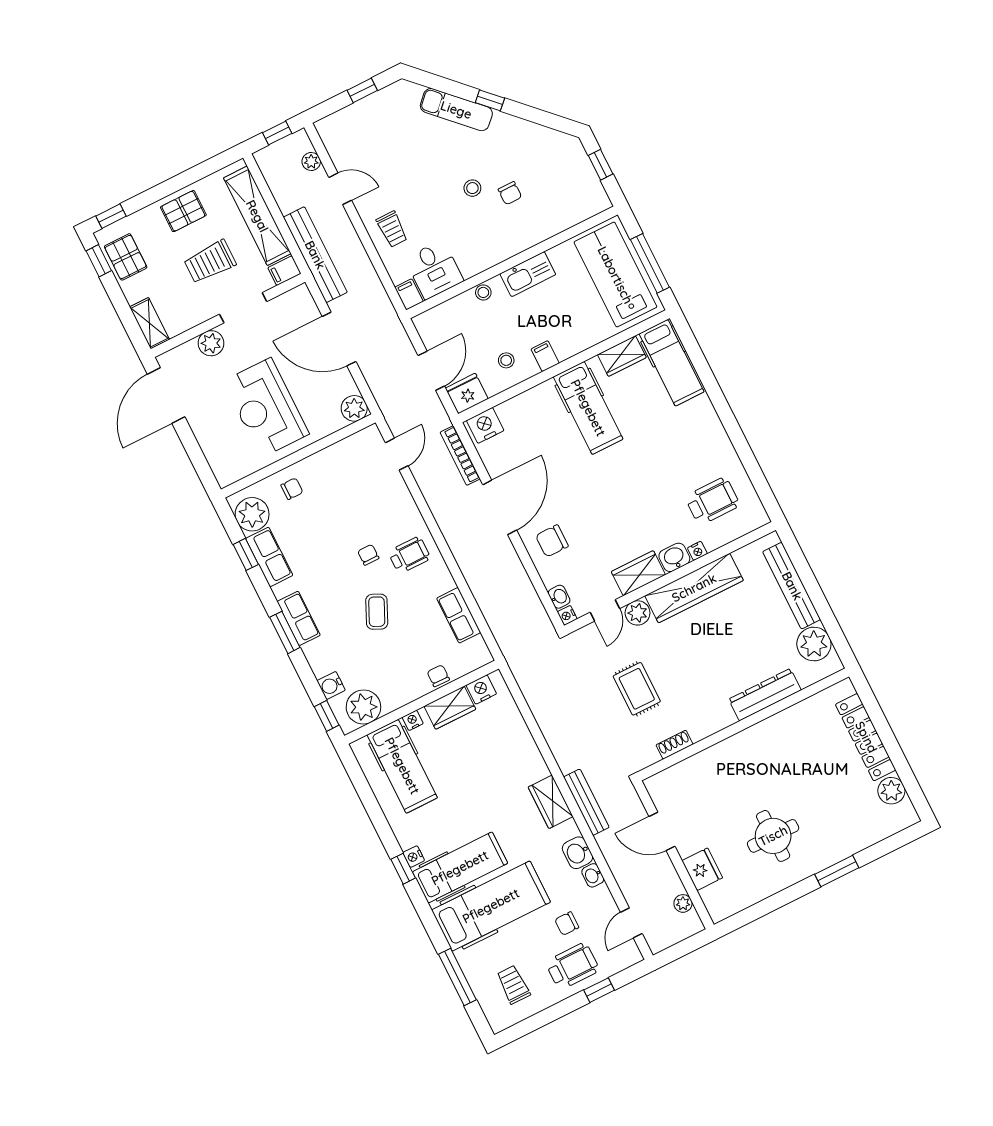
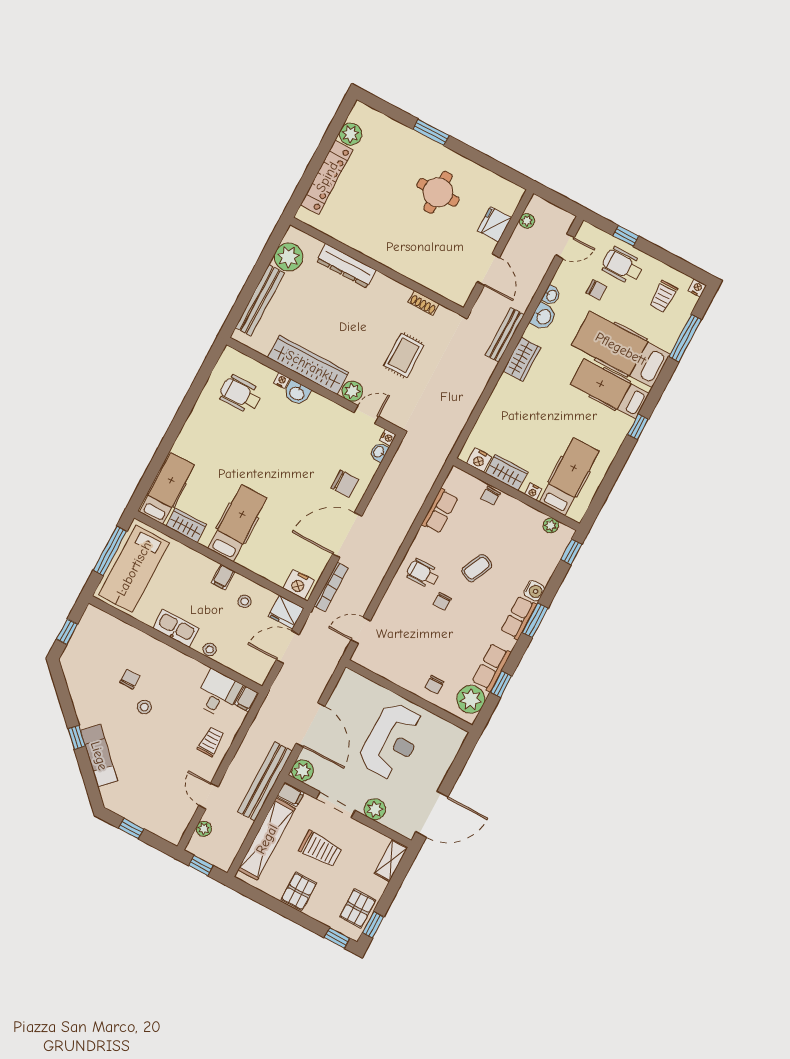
pallet: (183, 211) -> (299, 891), turned 90
plant: (354, 408) -> (303, 771), moved
chair: (292, 489) -> (434, 685), turned -90
wardrobe: (638, 573) -> (325, 410), removed
water cooler: (331, 685) -> (534, 591), moved
plant: (363, 707) -> (551, 525), width x0.53, depth x0.53
nightstand: (414, 857) -> (697, 288), moved, turned -90

